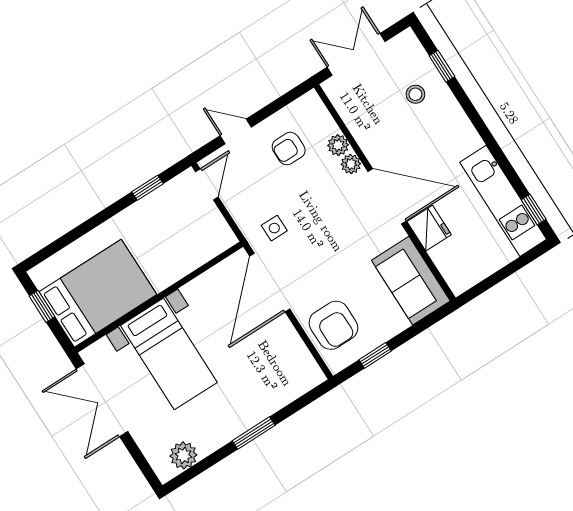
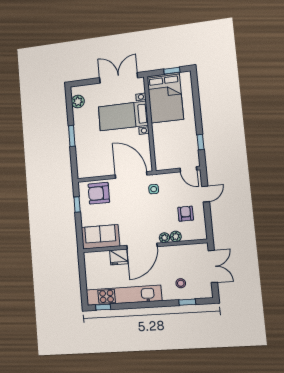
kitchen unit: (503, 201) -> (124, 295), width x1.36

